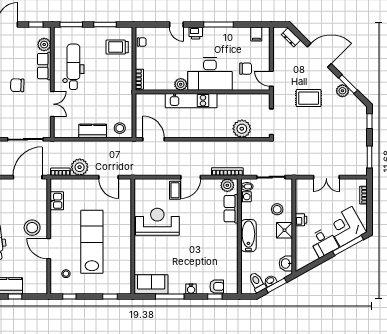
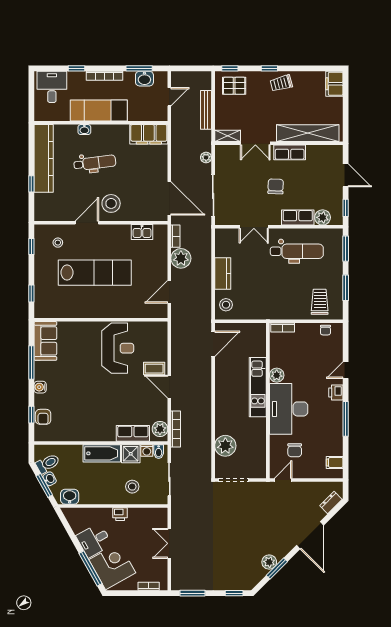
rug: (309, 98) -> (261, 523), removed
shower: (285, 230) -> (131, 454), moved

